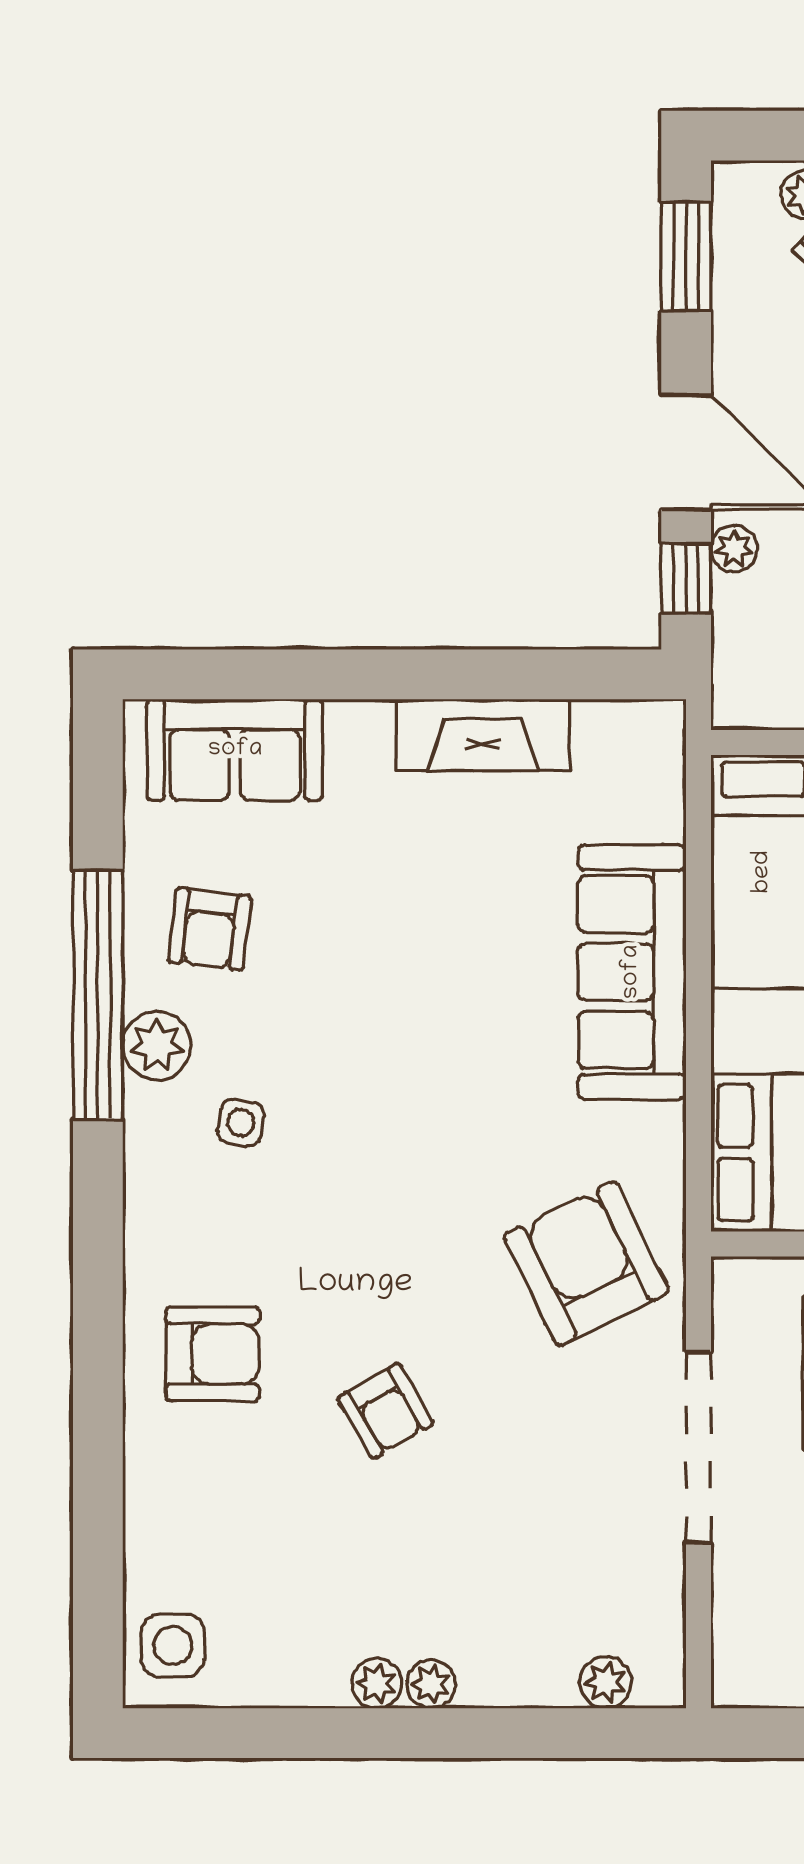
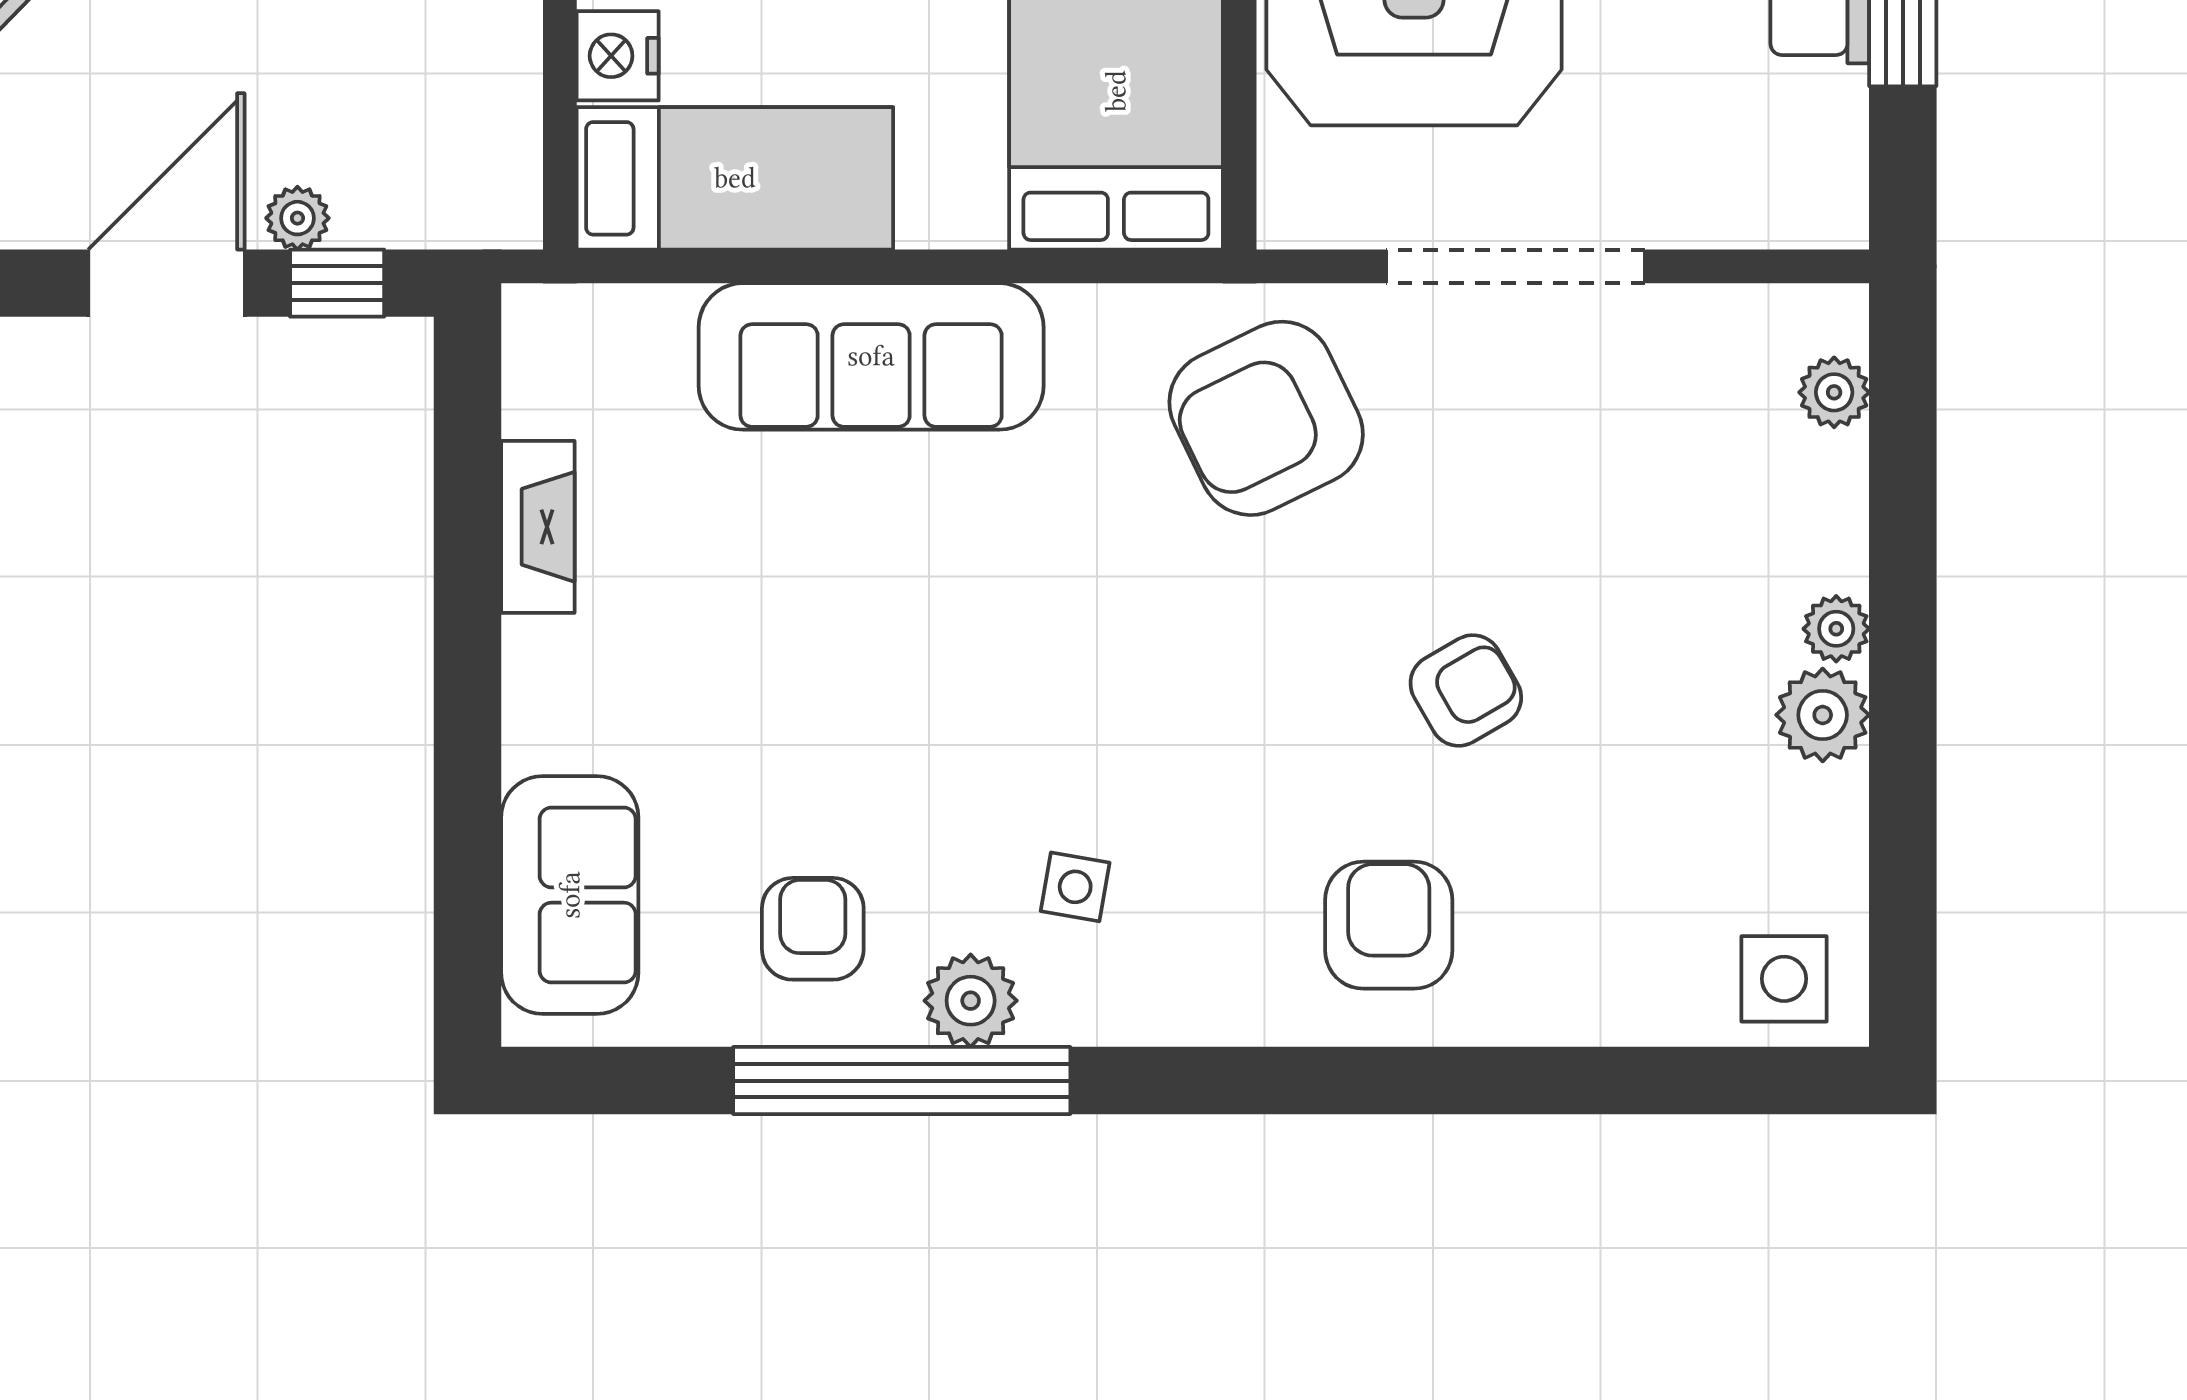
fireplace: (483, 735) -> (538, 527), width x0.73, depth x0.76
armchair: (210, 929) -> (813, 929), turned -97
plant: (377, 1683) -> (1823, 715), width x1.38, depth x1.38

